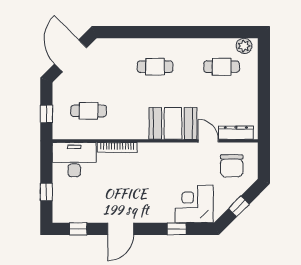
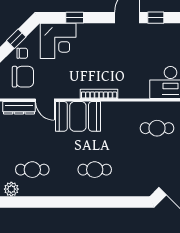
bookcase: (117, 147) -> (99, 94), moved
chair: (232, 166) -> (23, 77), turned 90
chair: (232, 191) -> (22, 53), added
window: (78, 229) -> (156, 18), moved

